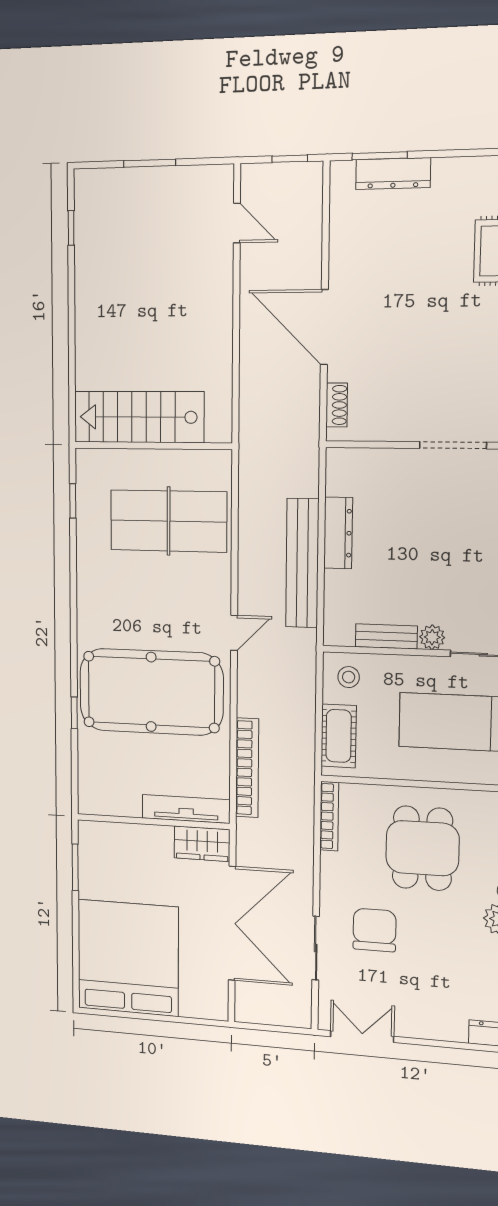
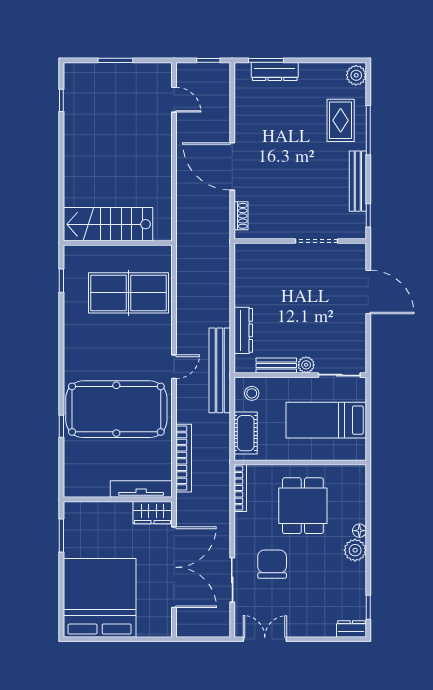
dresser: (338, 533) -> (243, 330), moved
bench: (302, 563) -> (220, 370), moved

